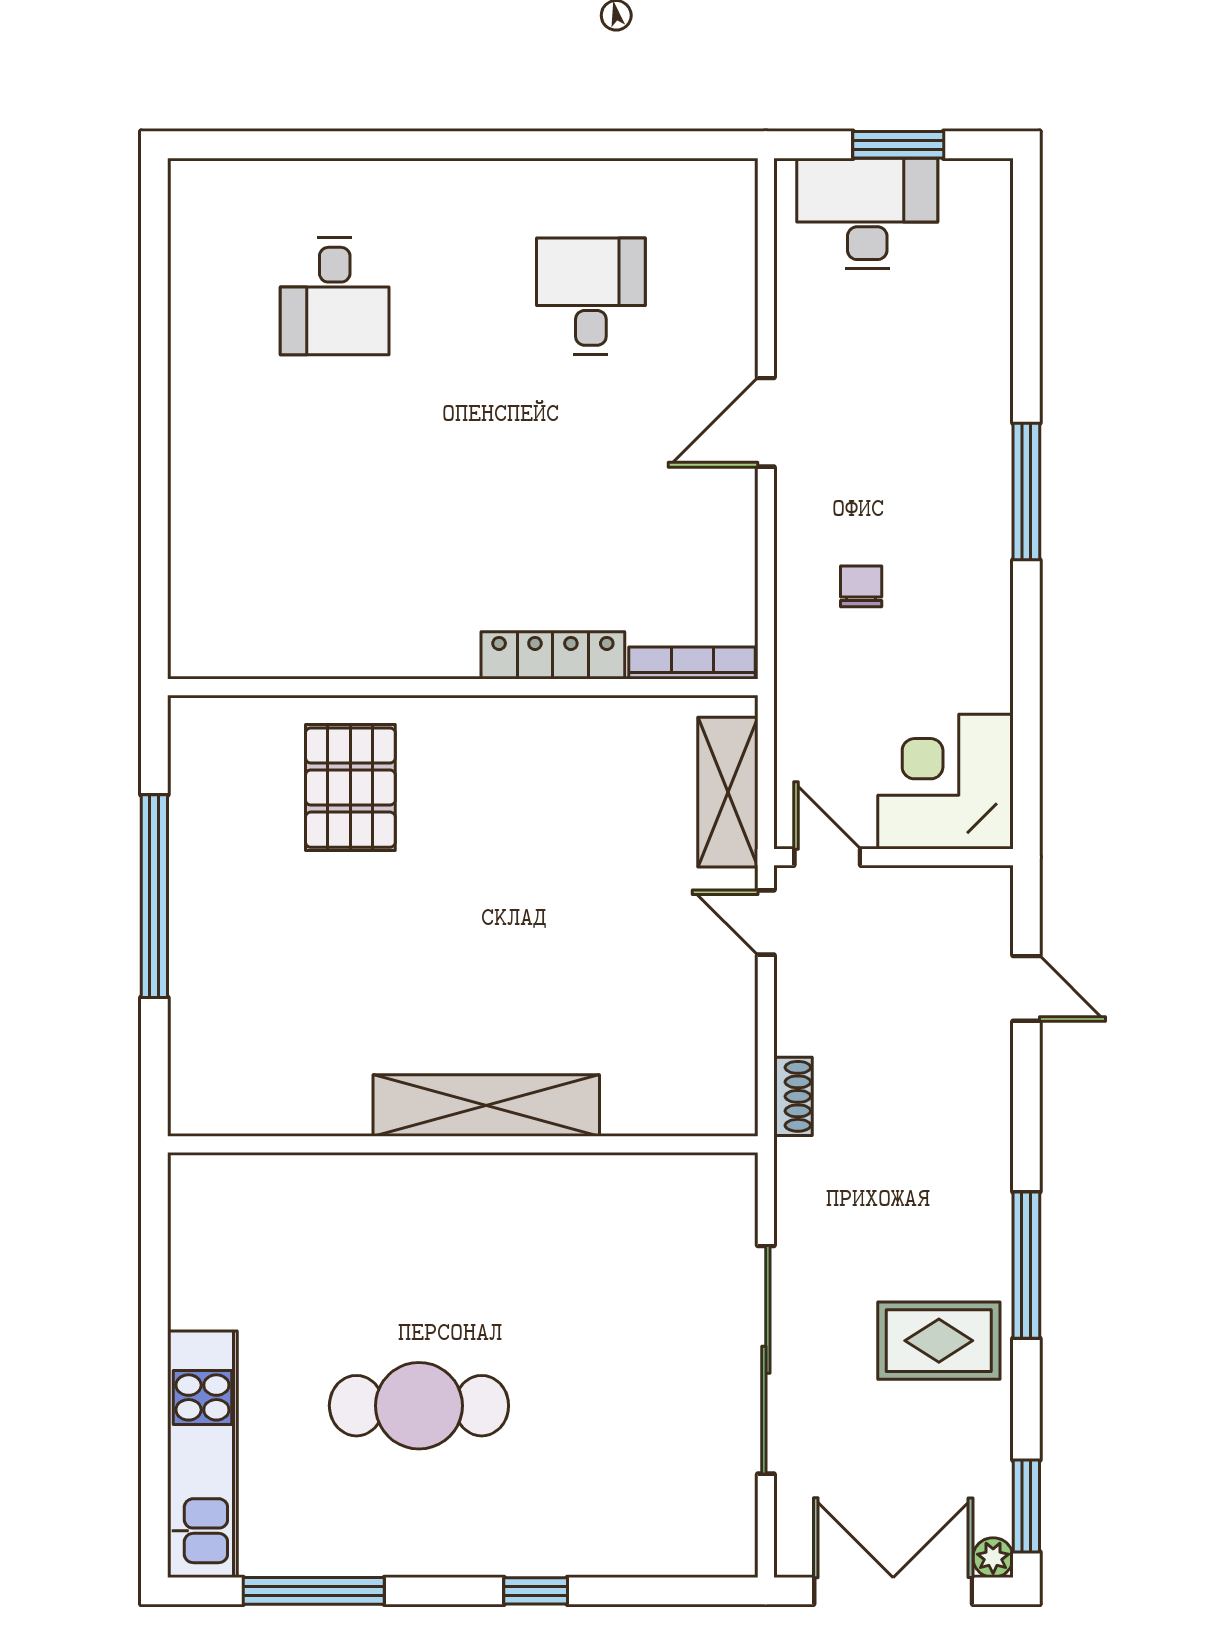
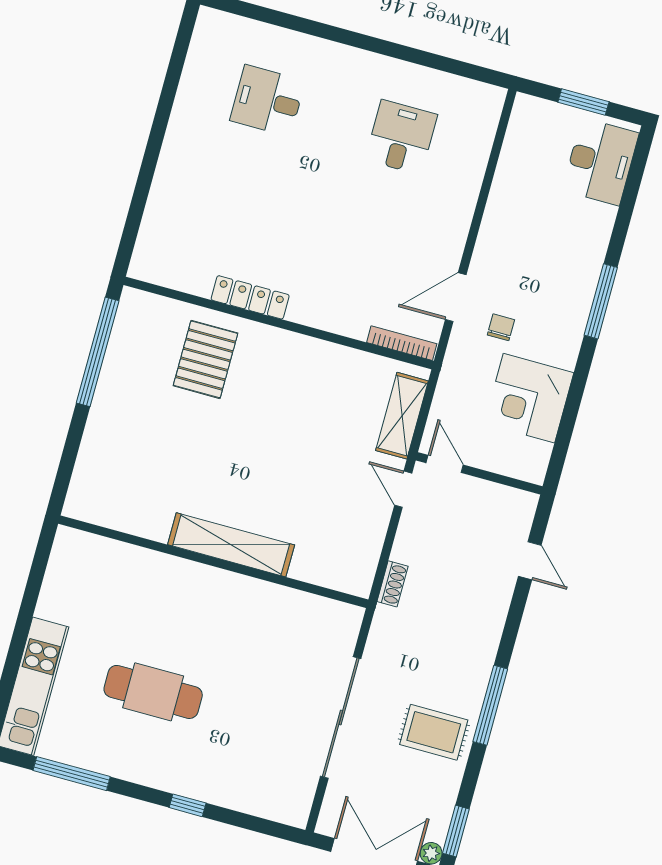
desk: (867, 213) -> (600, 162), moved, turned 90
desk: (335, 296) -> (268, 101), turned 90
door: (766, 422) -> (456, 297), moved
locker: (553, 655) -> (250, 297), moved
corner desk: (945, 782) -> (529, 398), moved, turned -90
window: (154, 896) -> (98, 352), moved

